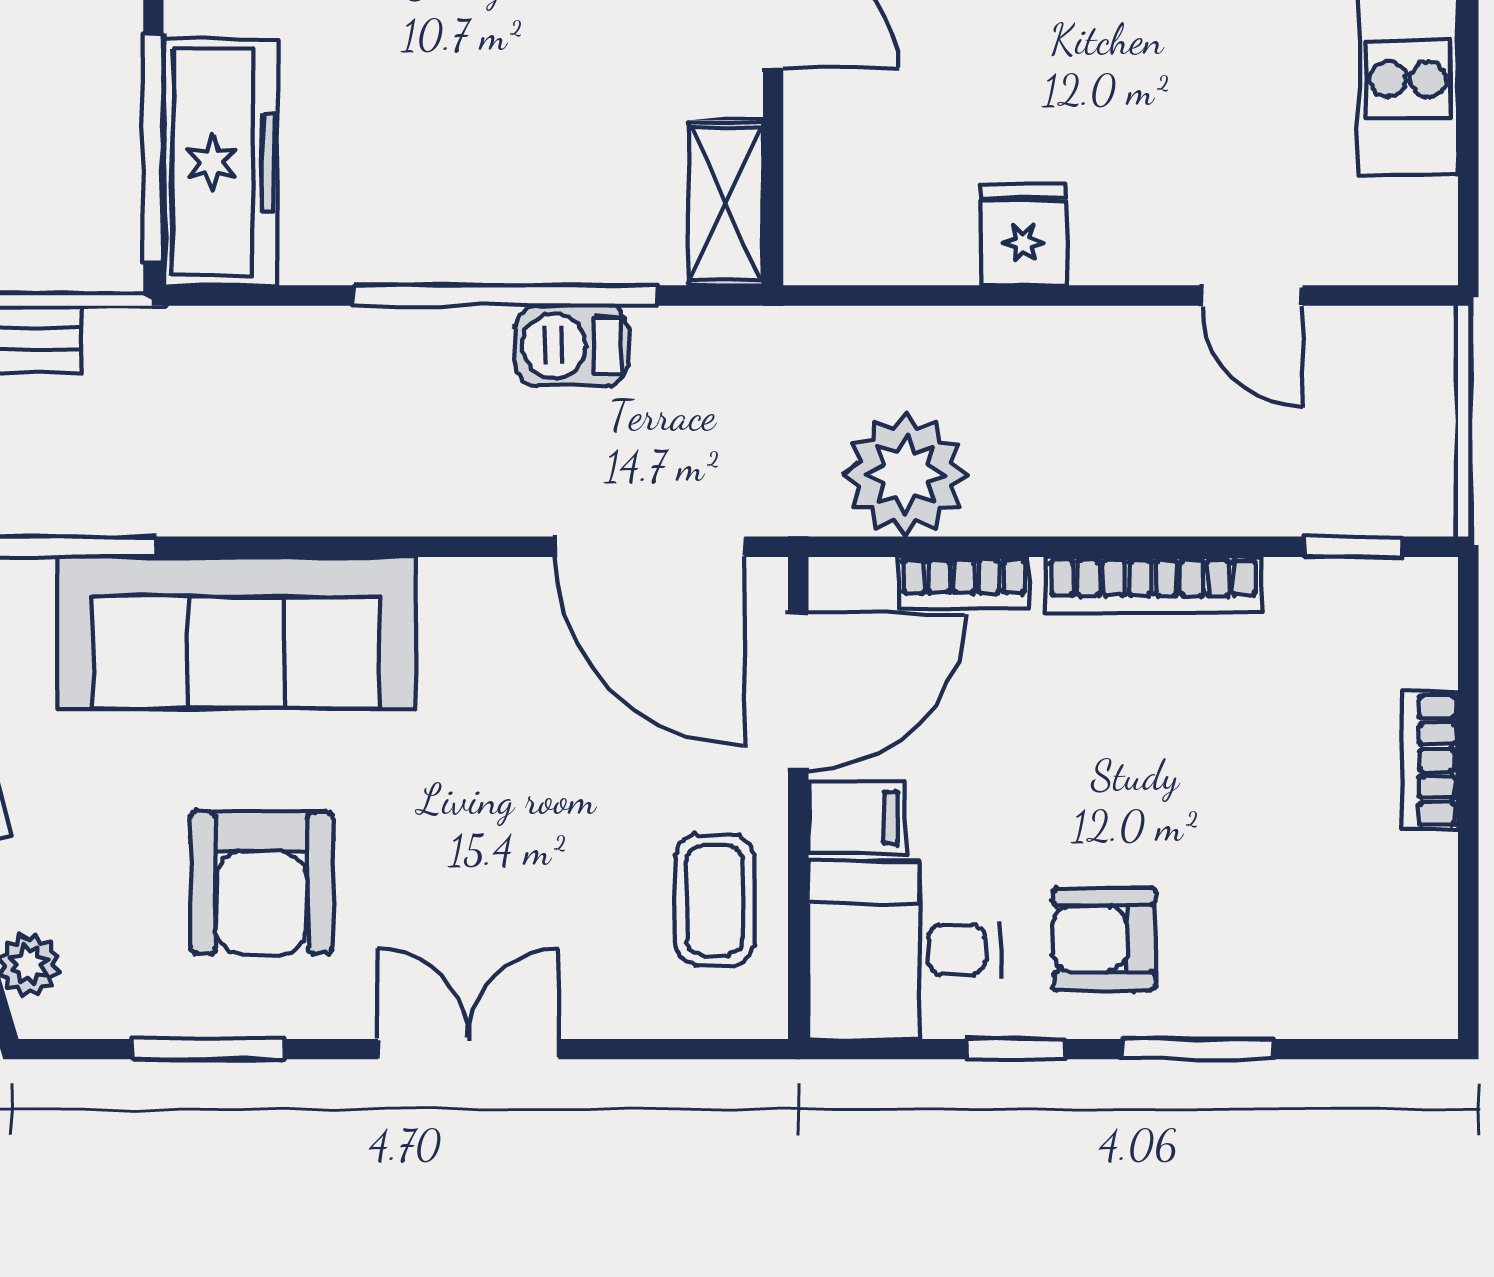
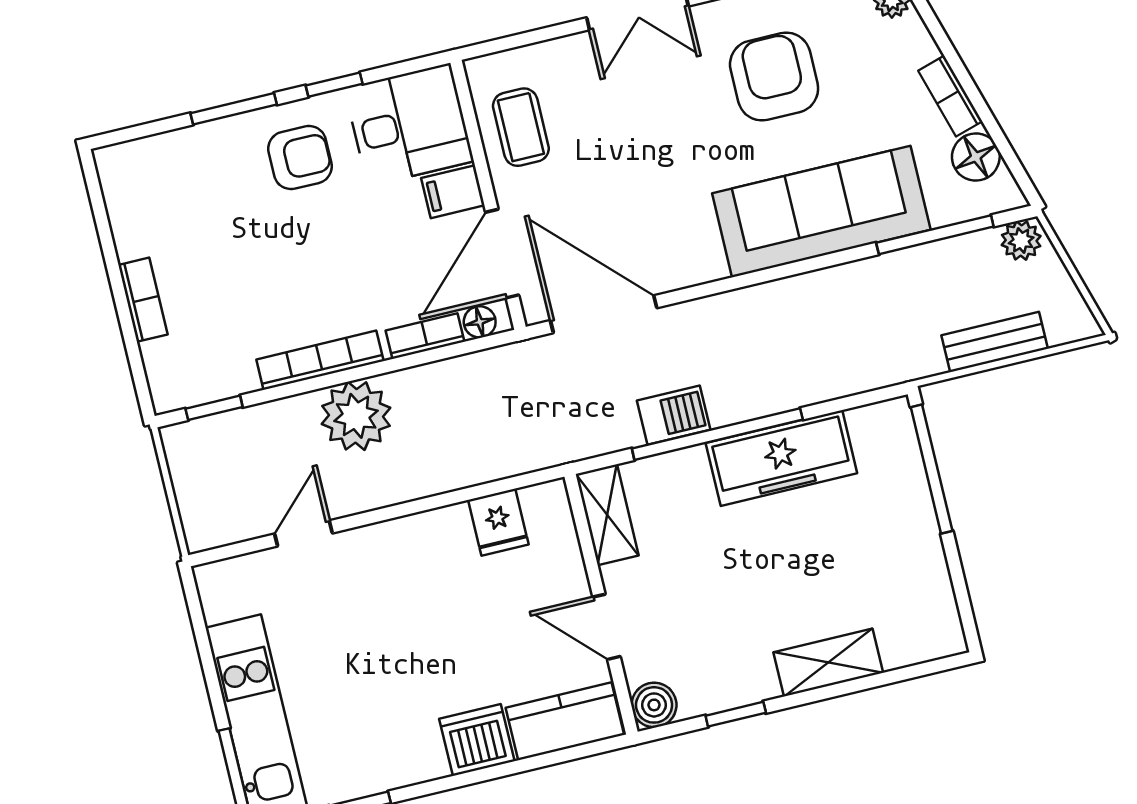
freezer: (221, 162) -> (781, 458), moved, turned -90
fridge: (1024, 235) -> (498, 522), moved
door: (1252, 295) -> (303, 533), hinge flipped
plant: (906, 475) -> (356, 416), moved
floor lamp: (865, 584) -> (480, 322), added

